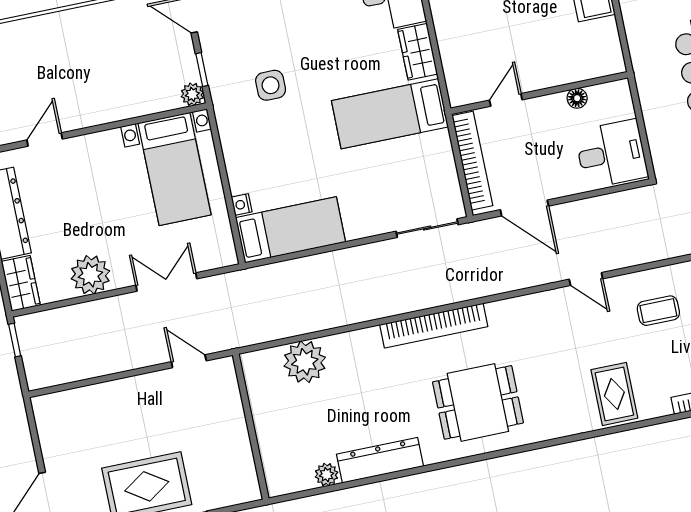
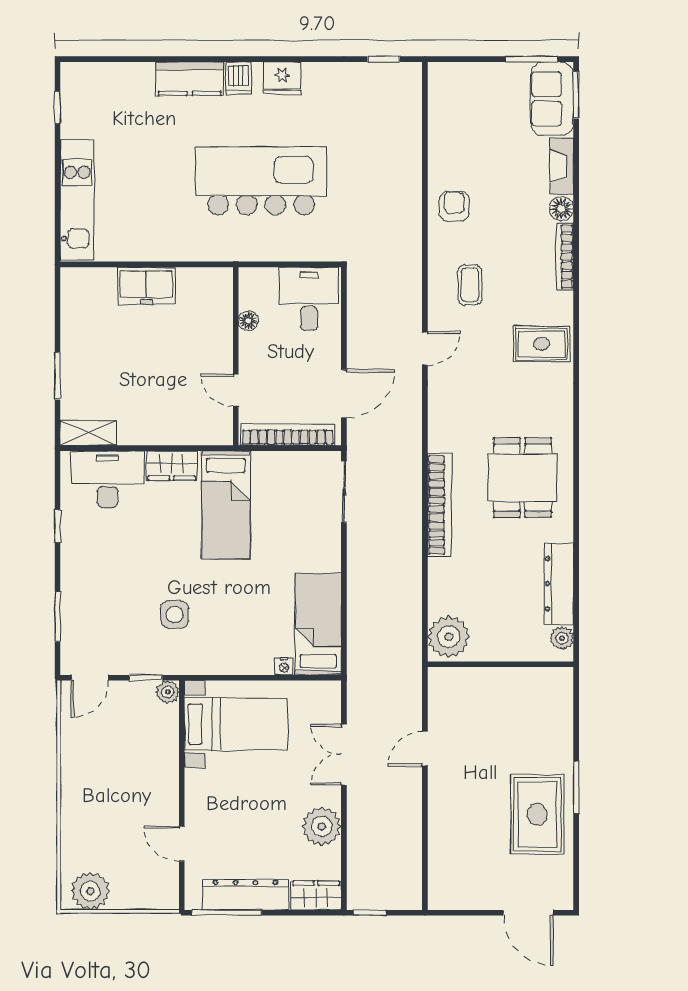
wall: (251, 427) -> (501, 664), moved

